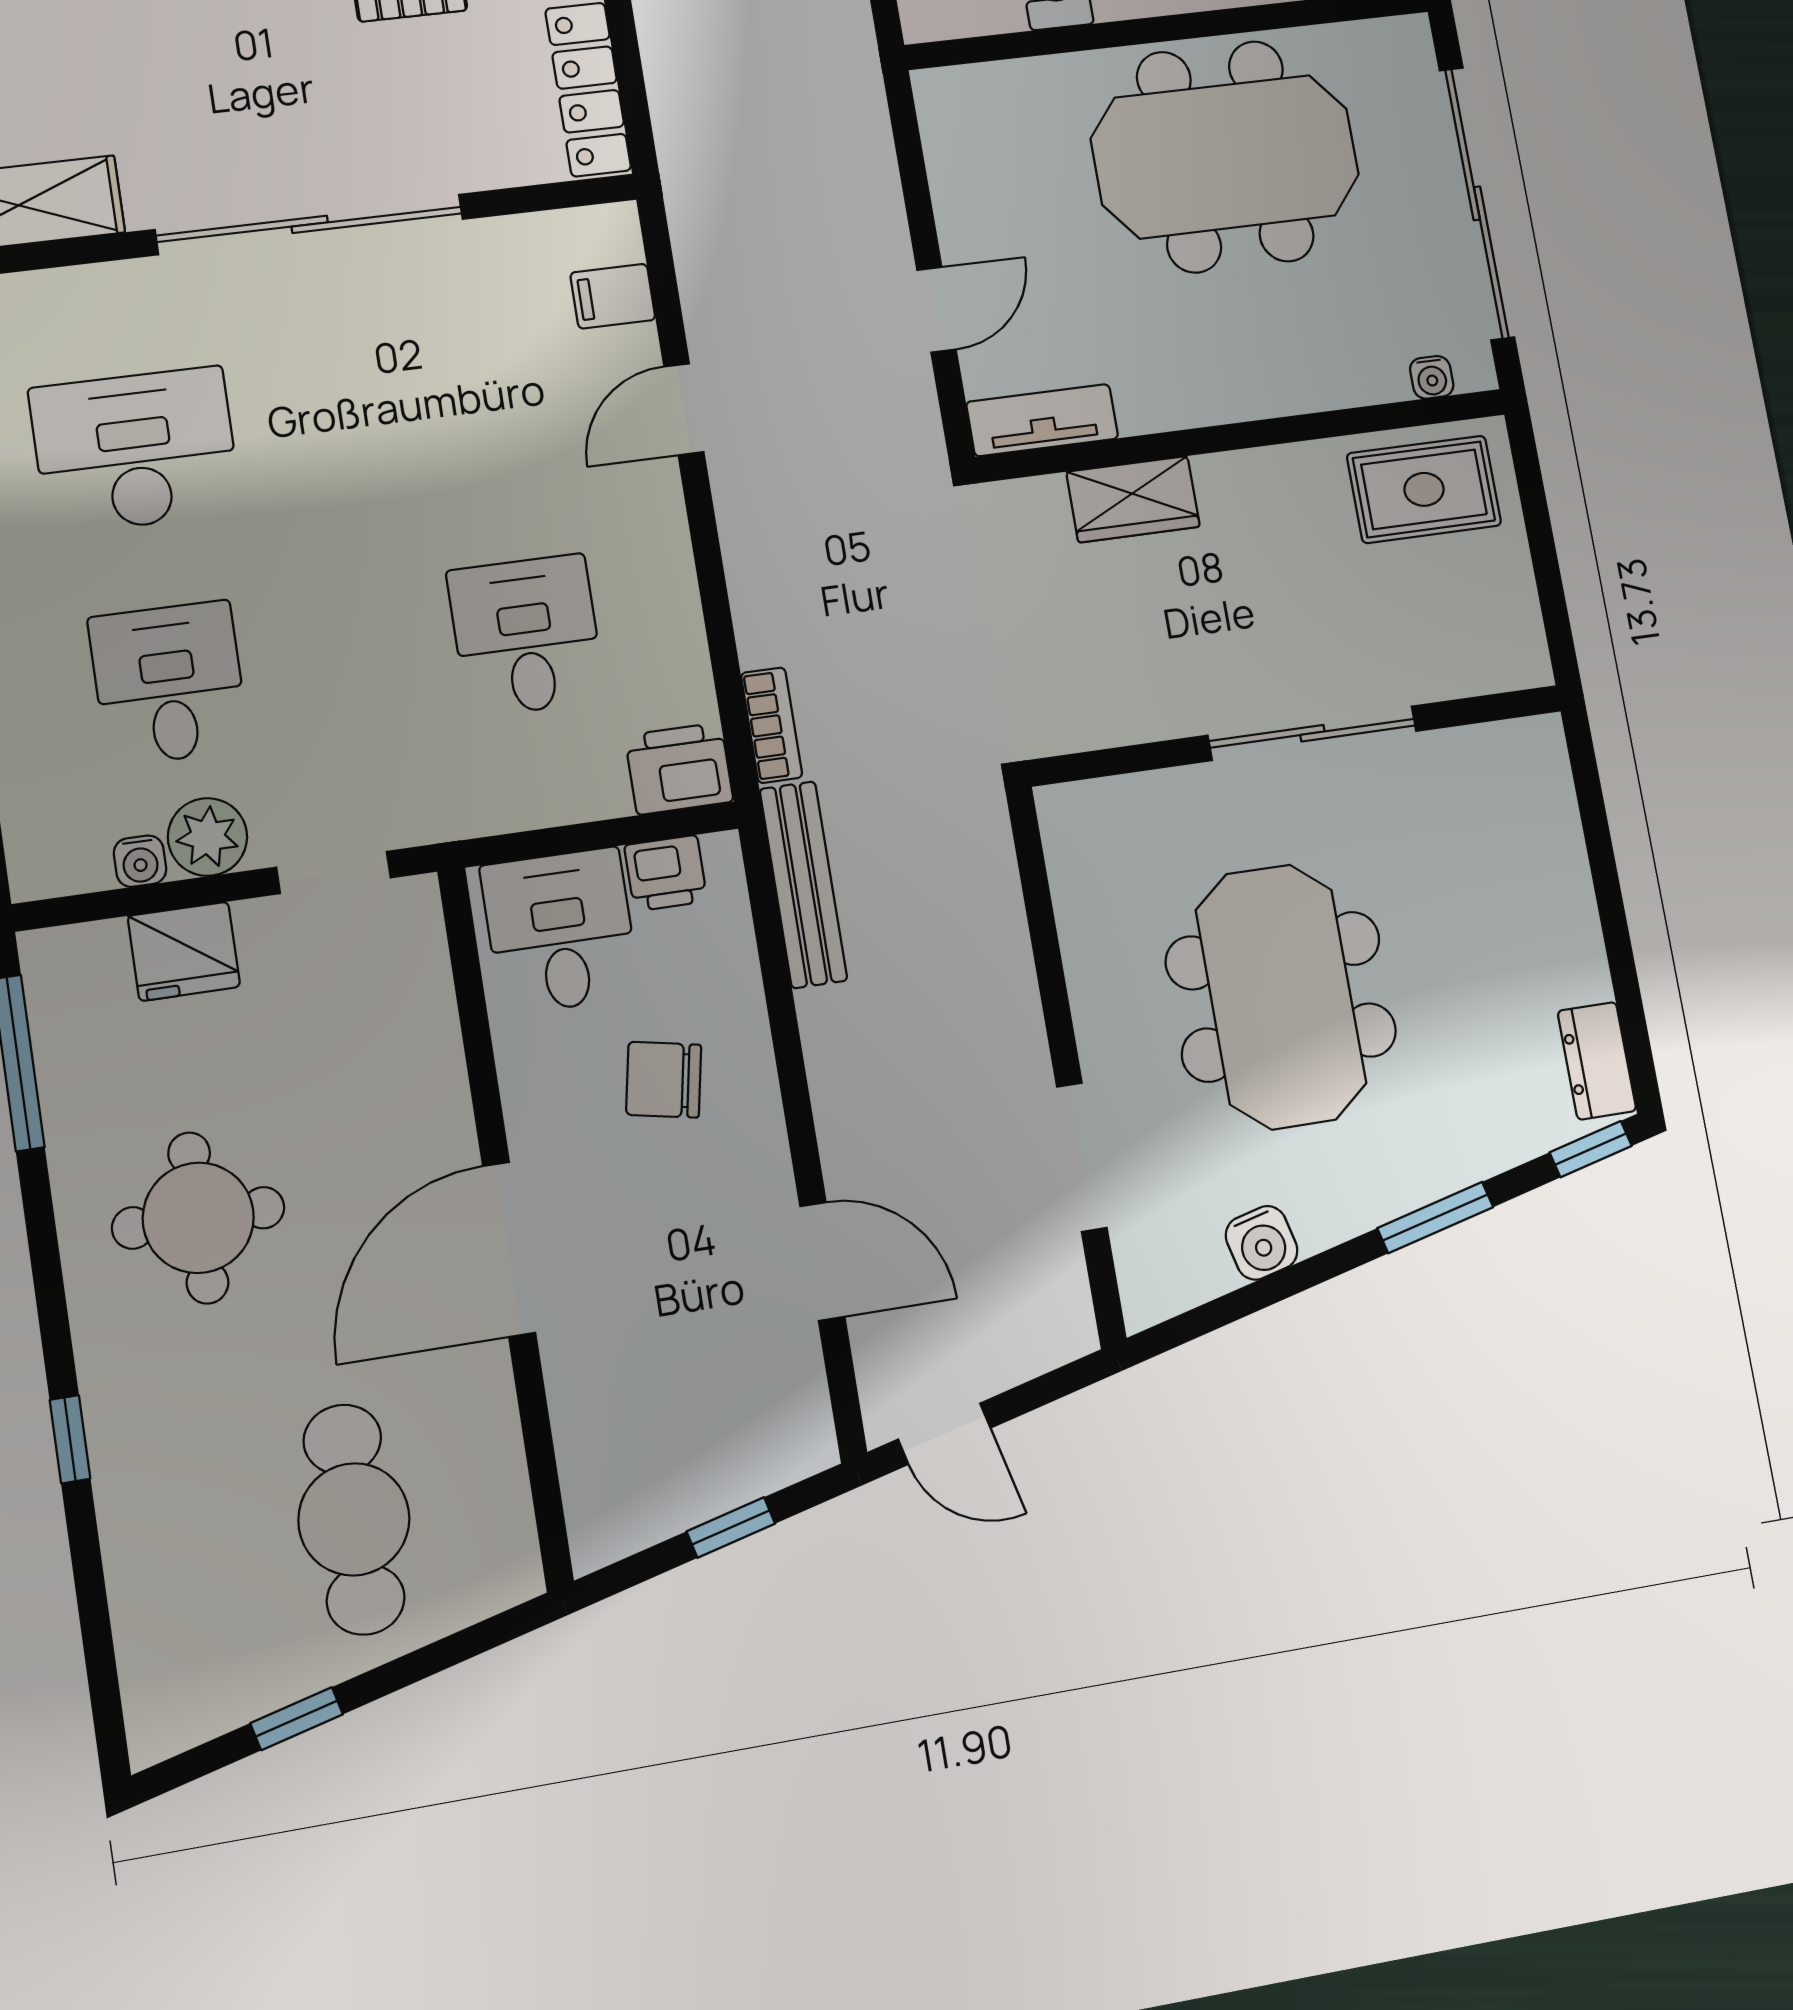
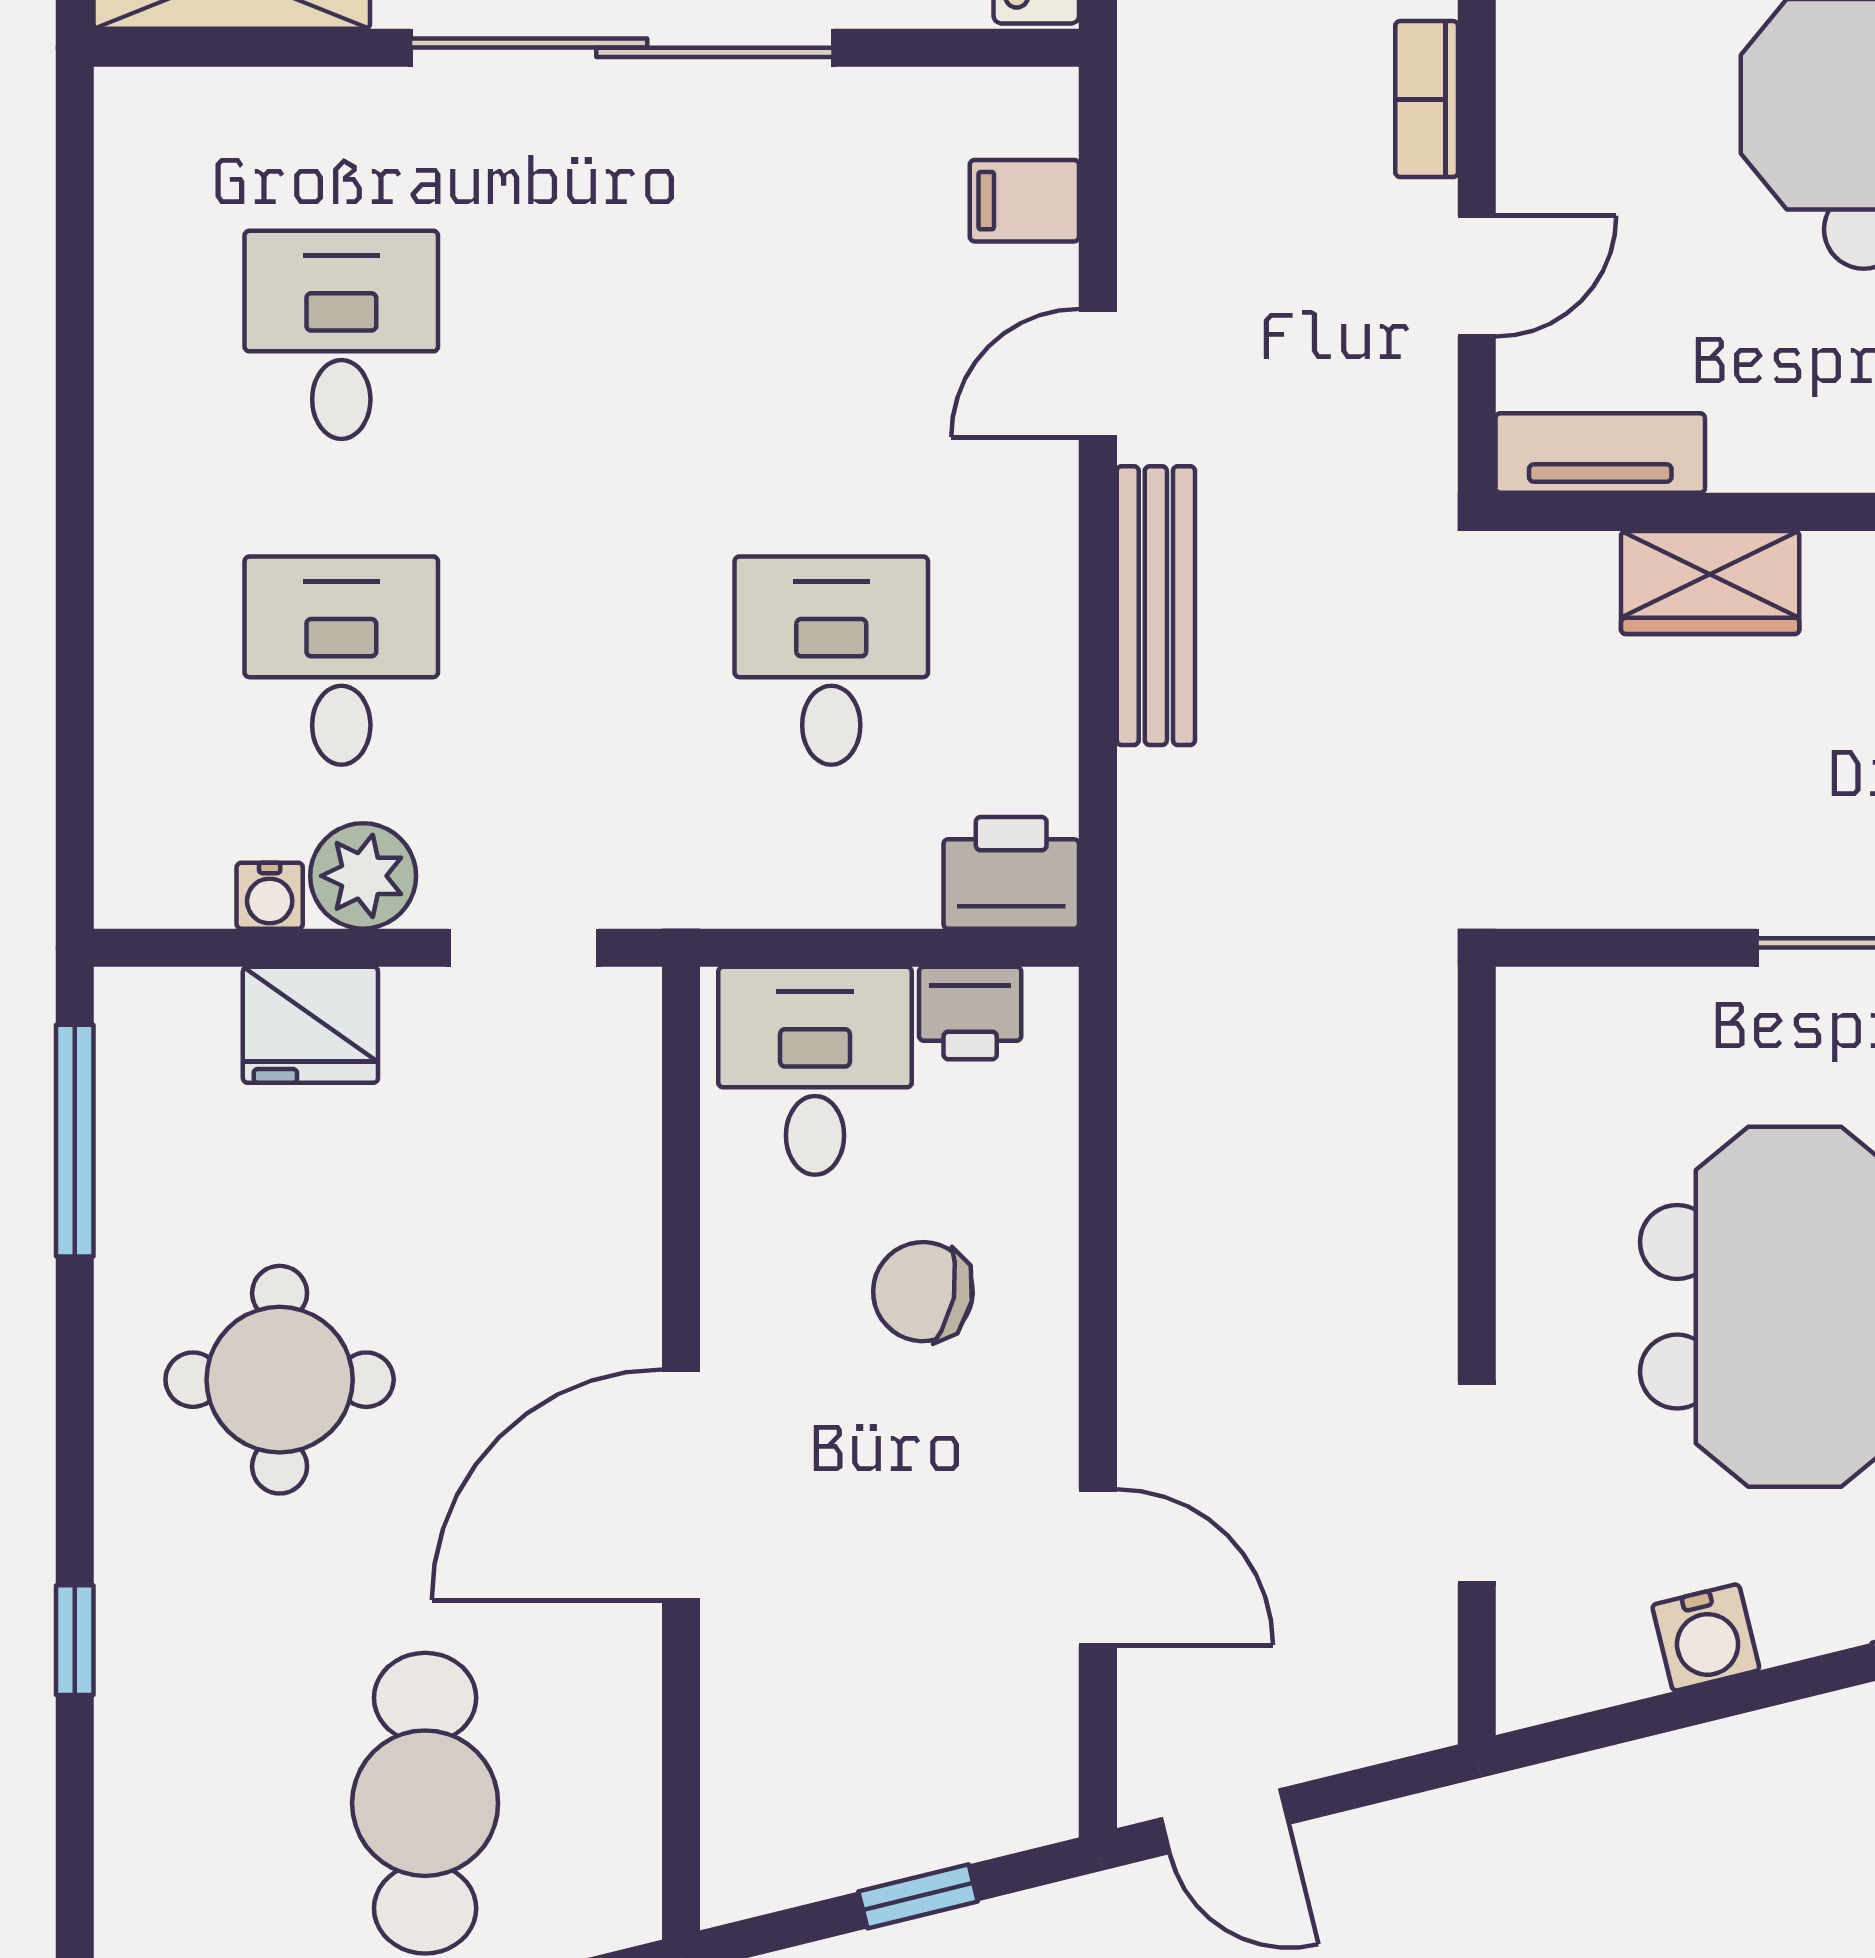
desk: (135, 450) -> (341, 335), width x0.73
bookcase: (772, 725) -> (1427, 99), moved, turned 180
bench: (803, 885) -> (1156, 606), moved

